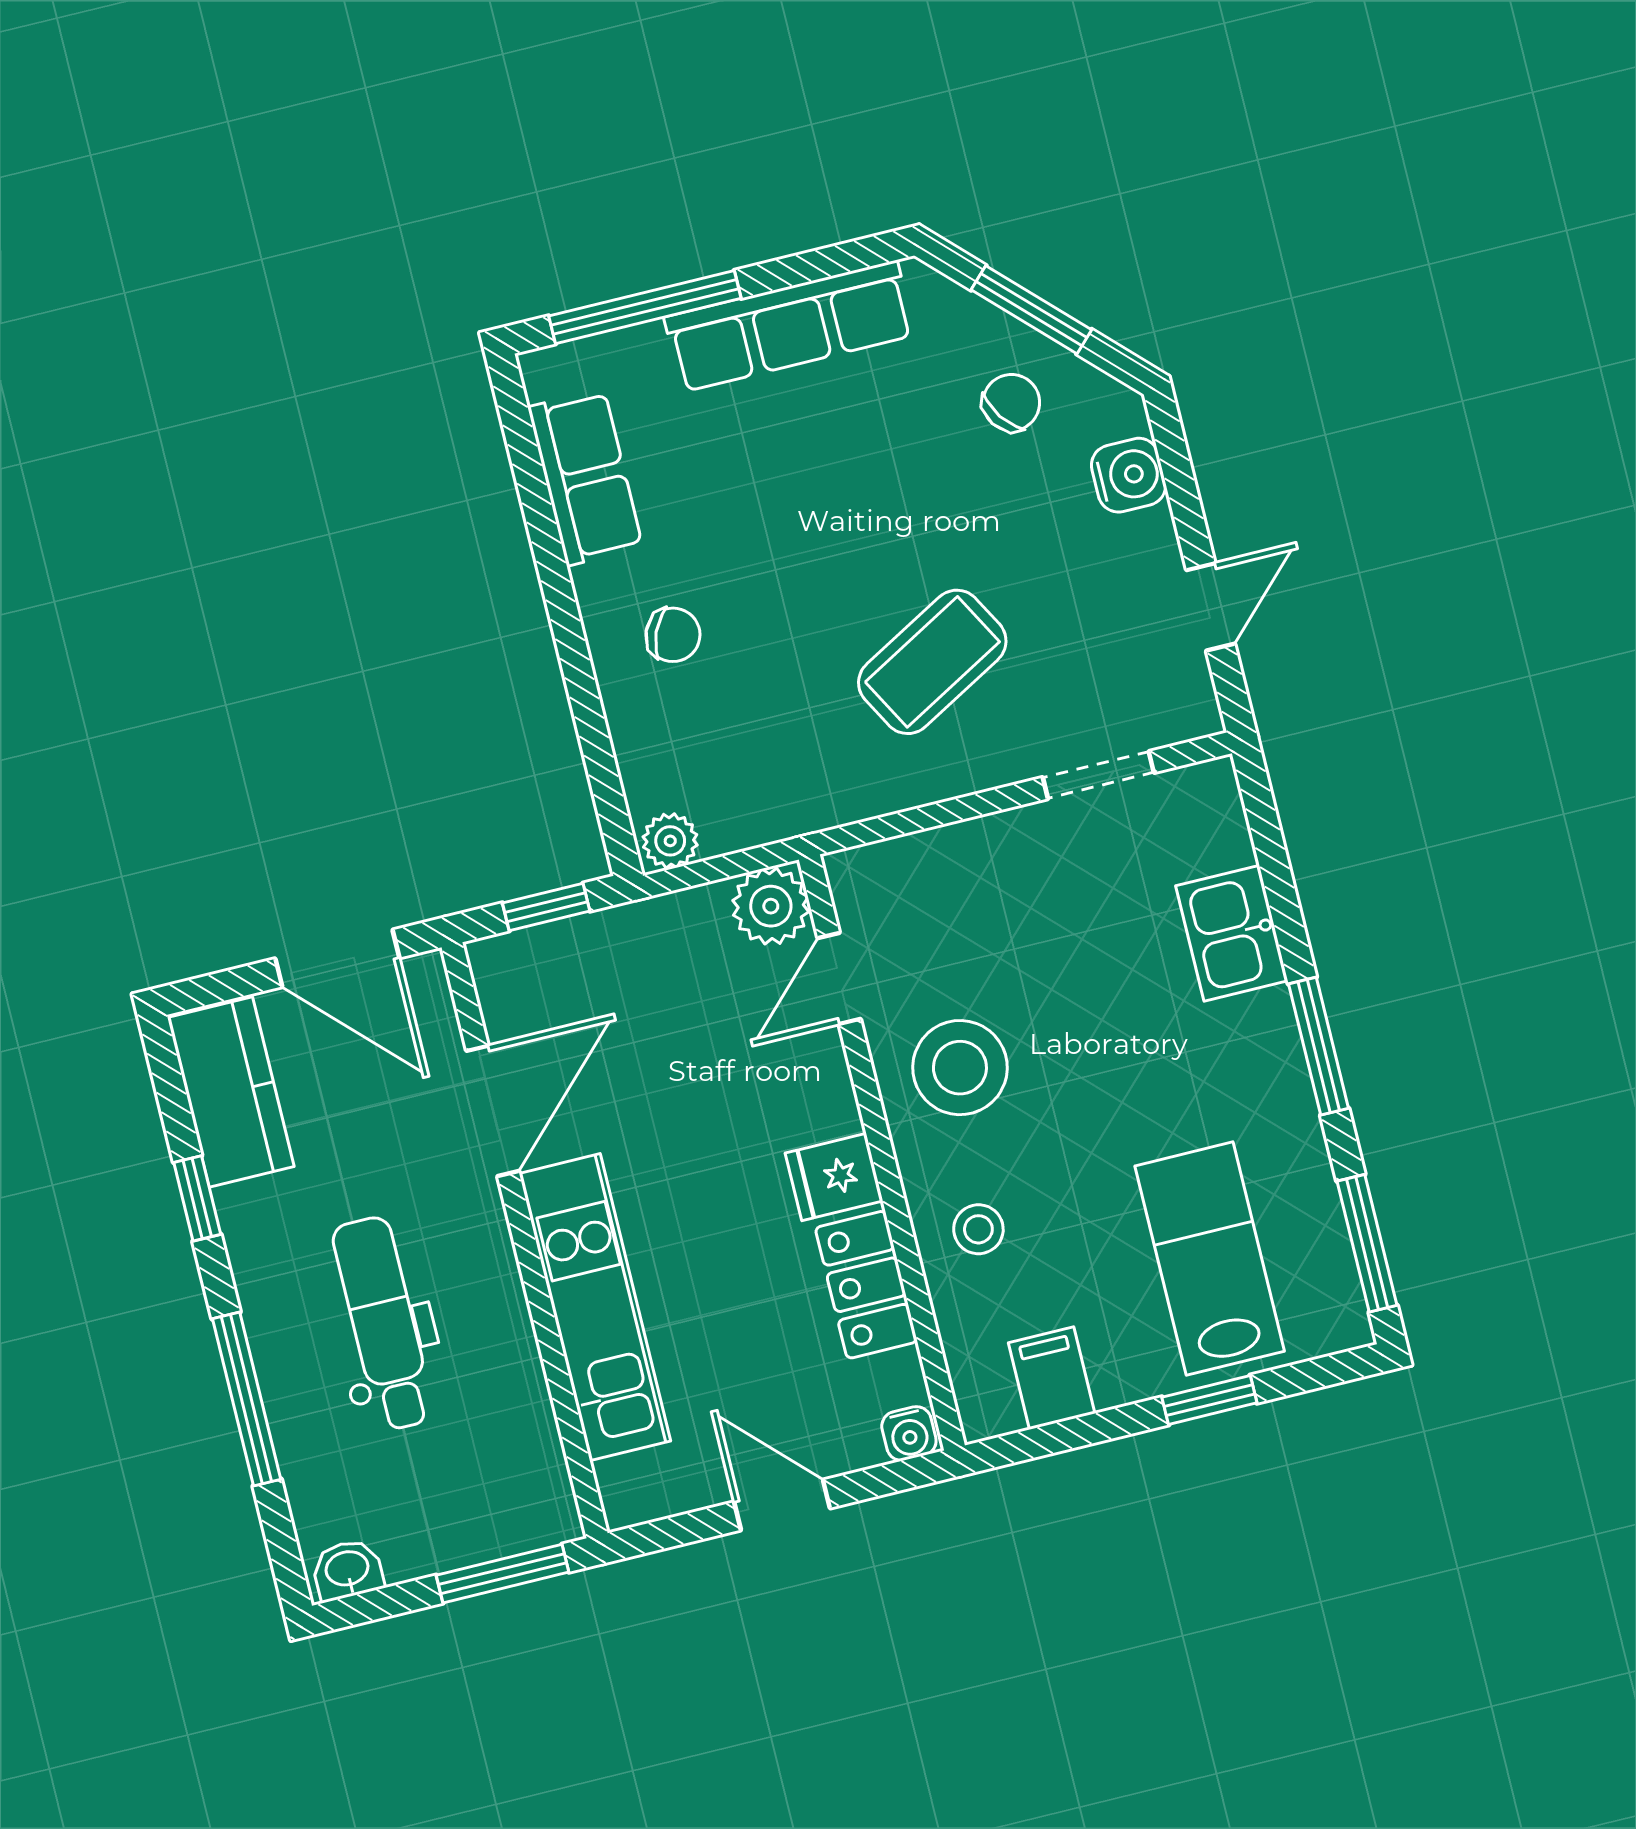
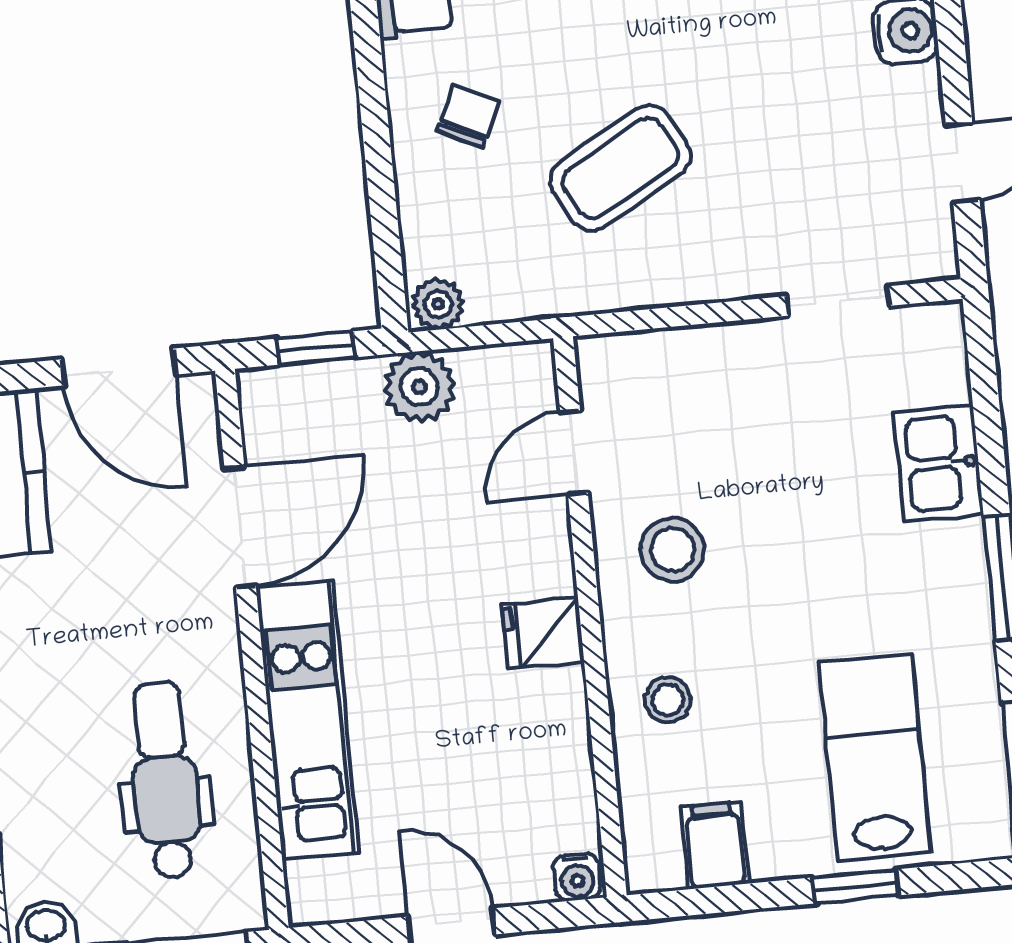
chair: (673, 635) -> (468, 116), turned -88
coffee table: (932, 662) -> (620, 168), moved
plant: (771, 906) -> (419, 387), moved
stool: (960, 1068) -> (672, 550), width x0.73, depth x0.73
locker: (866, 1285) -> (558, 735), removed
dental chair: (383, 1324) -> (165, 780), moved

